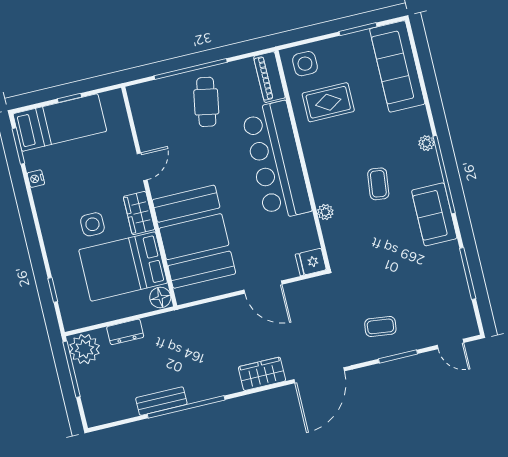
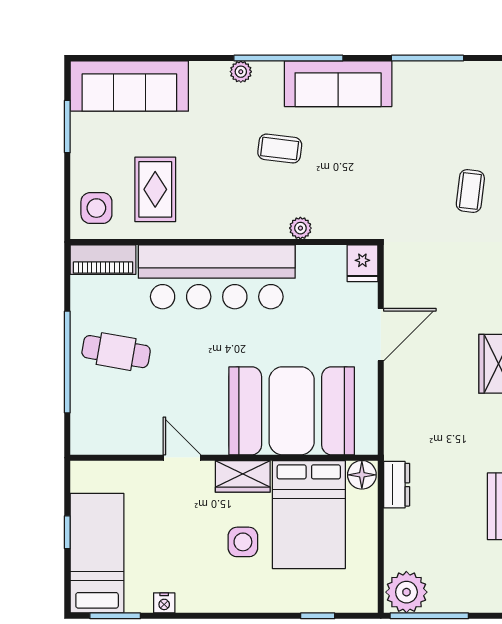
sofa: (434, 214) -> (338, 84), width x1.36
dresser: (125, 332) -> (397, 485), moved

